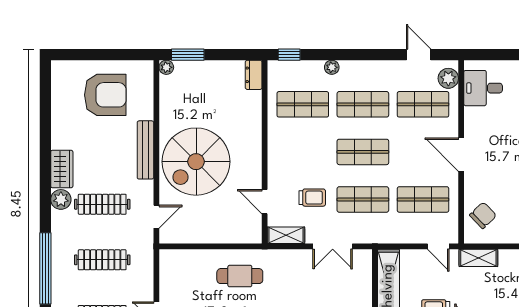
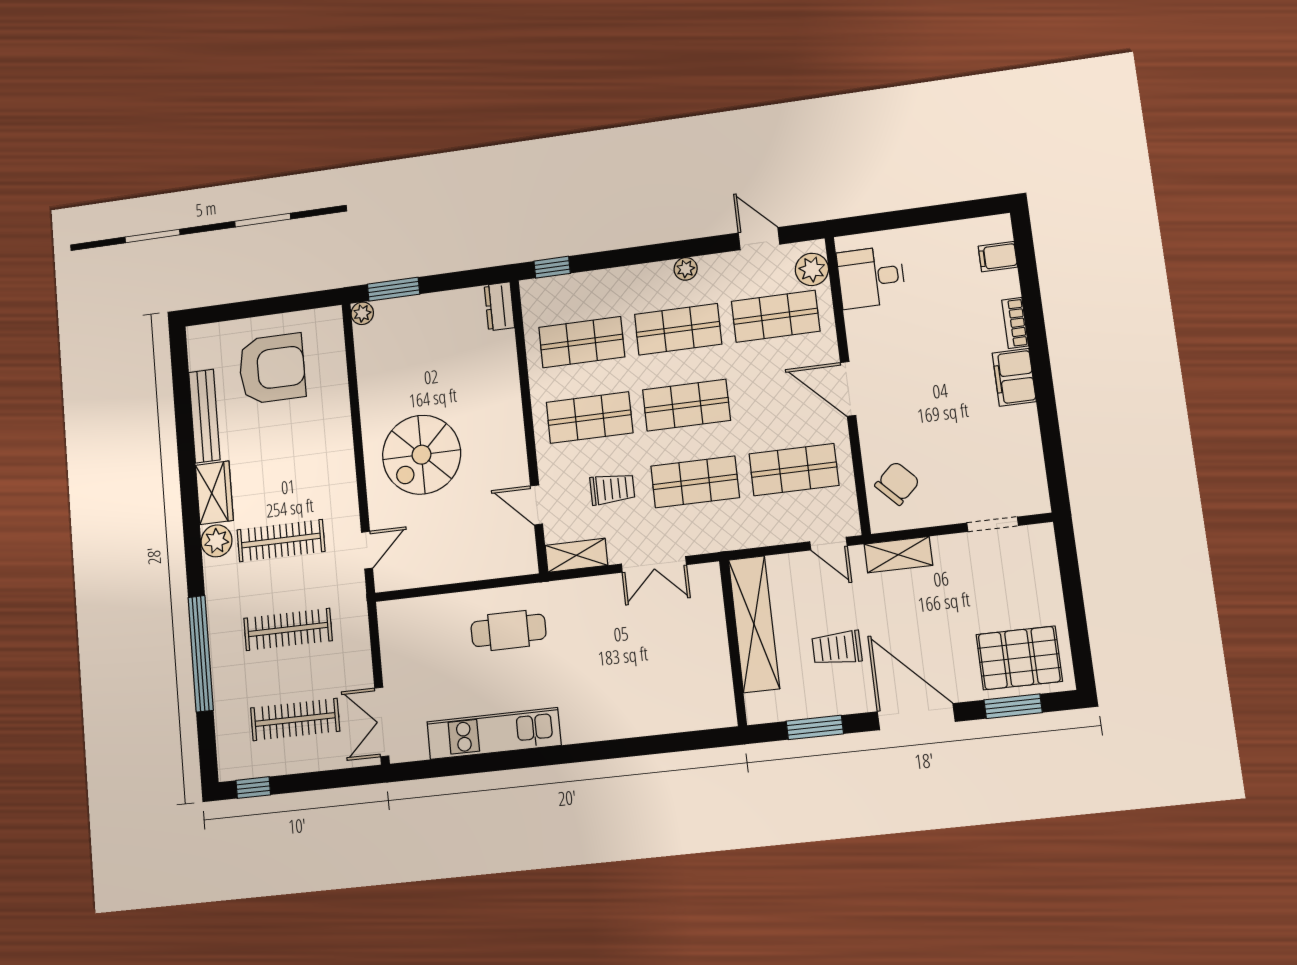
plant: (332, 67) -> (686, 269), moved
bench: (145, 150) -> (204, 416), moved
shop shelf: (303, 152) -> (590, 418), added
spiral stairs: (196, 162) -> (422, 455), width x0.73, depth x0.73

